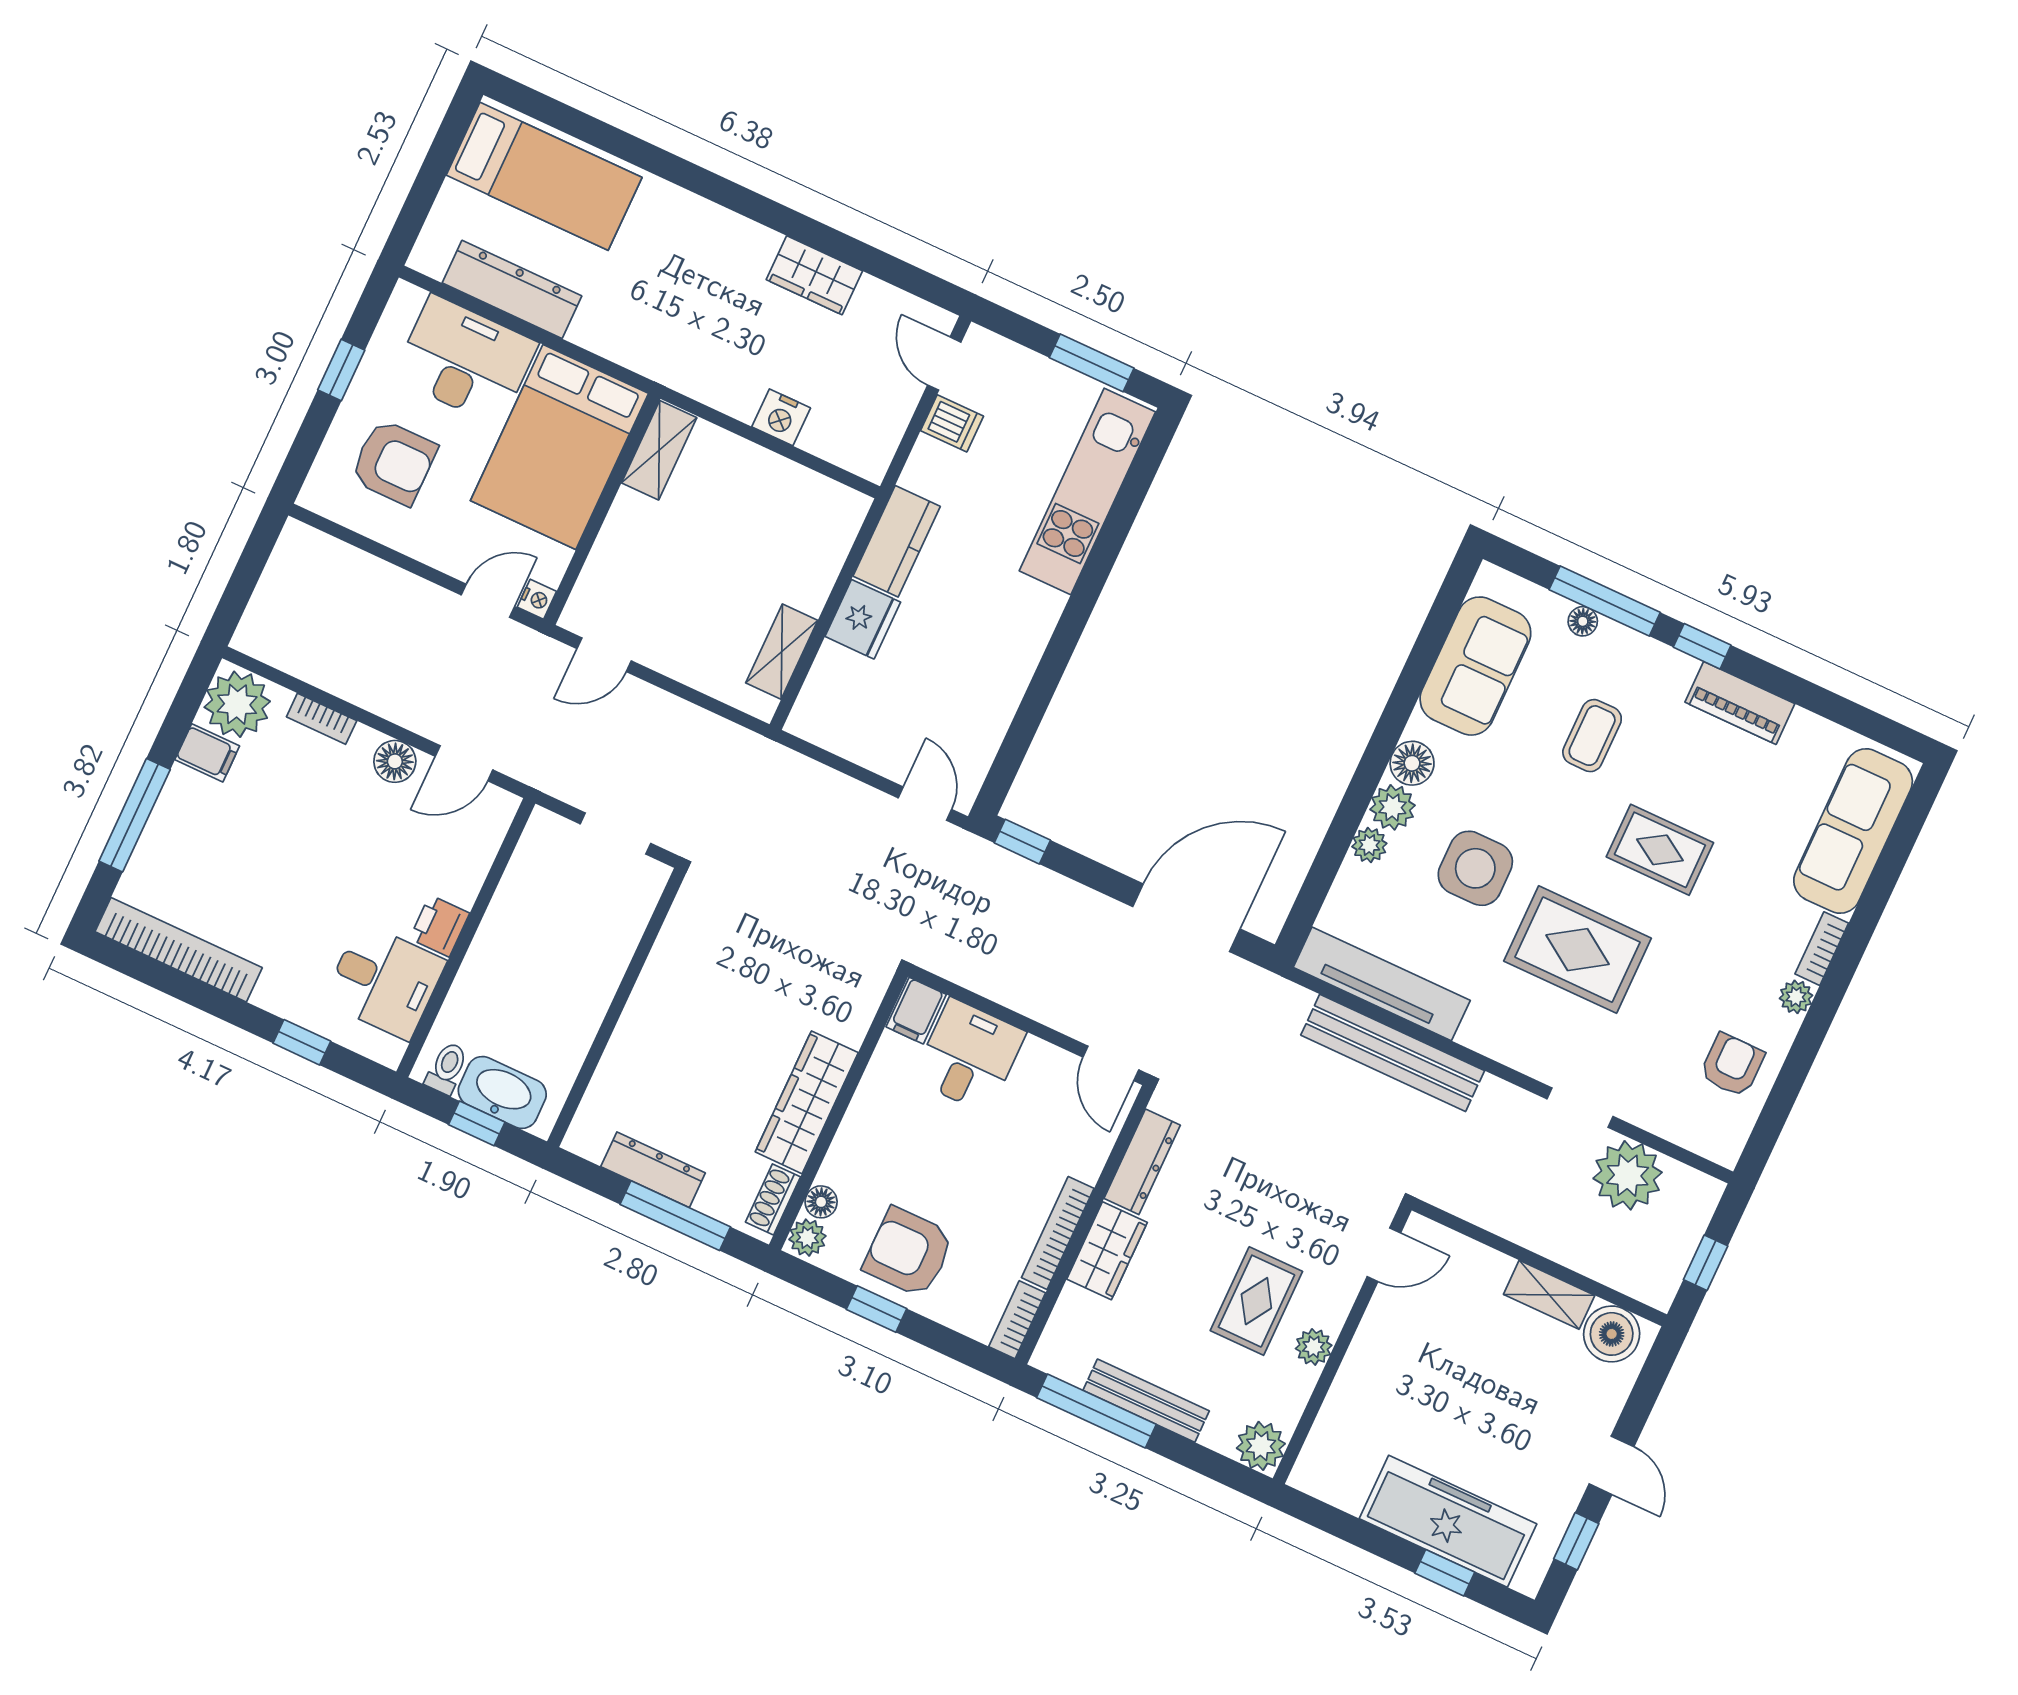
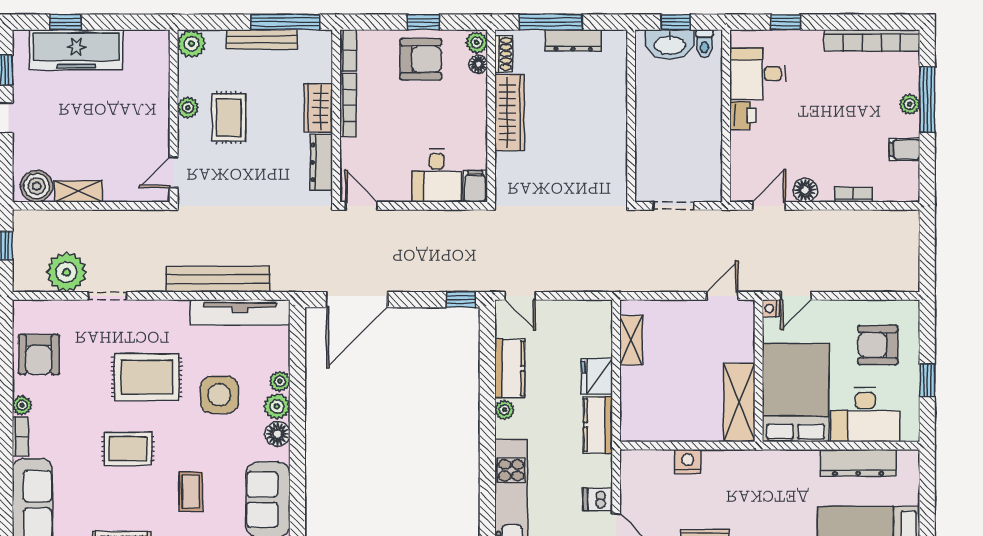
shelving: (659, 450) -> (739, 402), width x1.50, depth x1.33
plant: (1034, 634) -> (505, 410), added
kitchen counter: (995, 696) -> (510, 368), added
plant: (237, 704) -> (910, 104), moved, width x0.53, depth x0.53
armchair: (1732, 1065) -> (39, 355), width x1.38, depth x1.38

